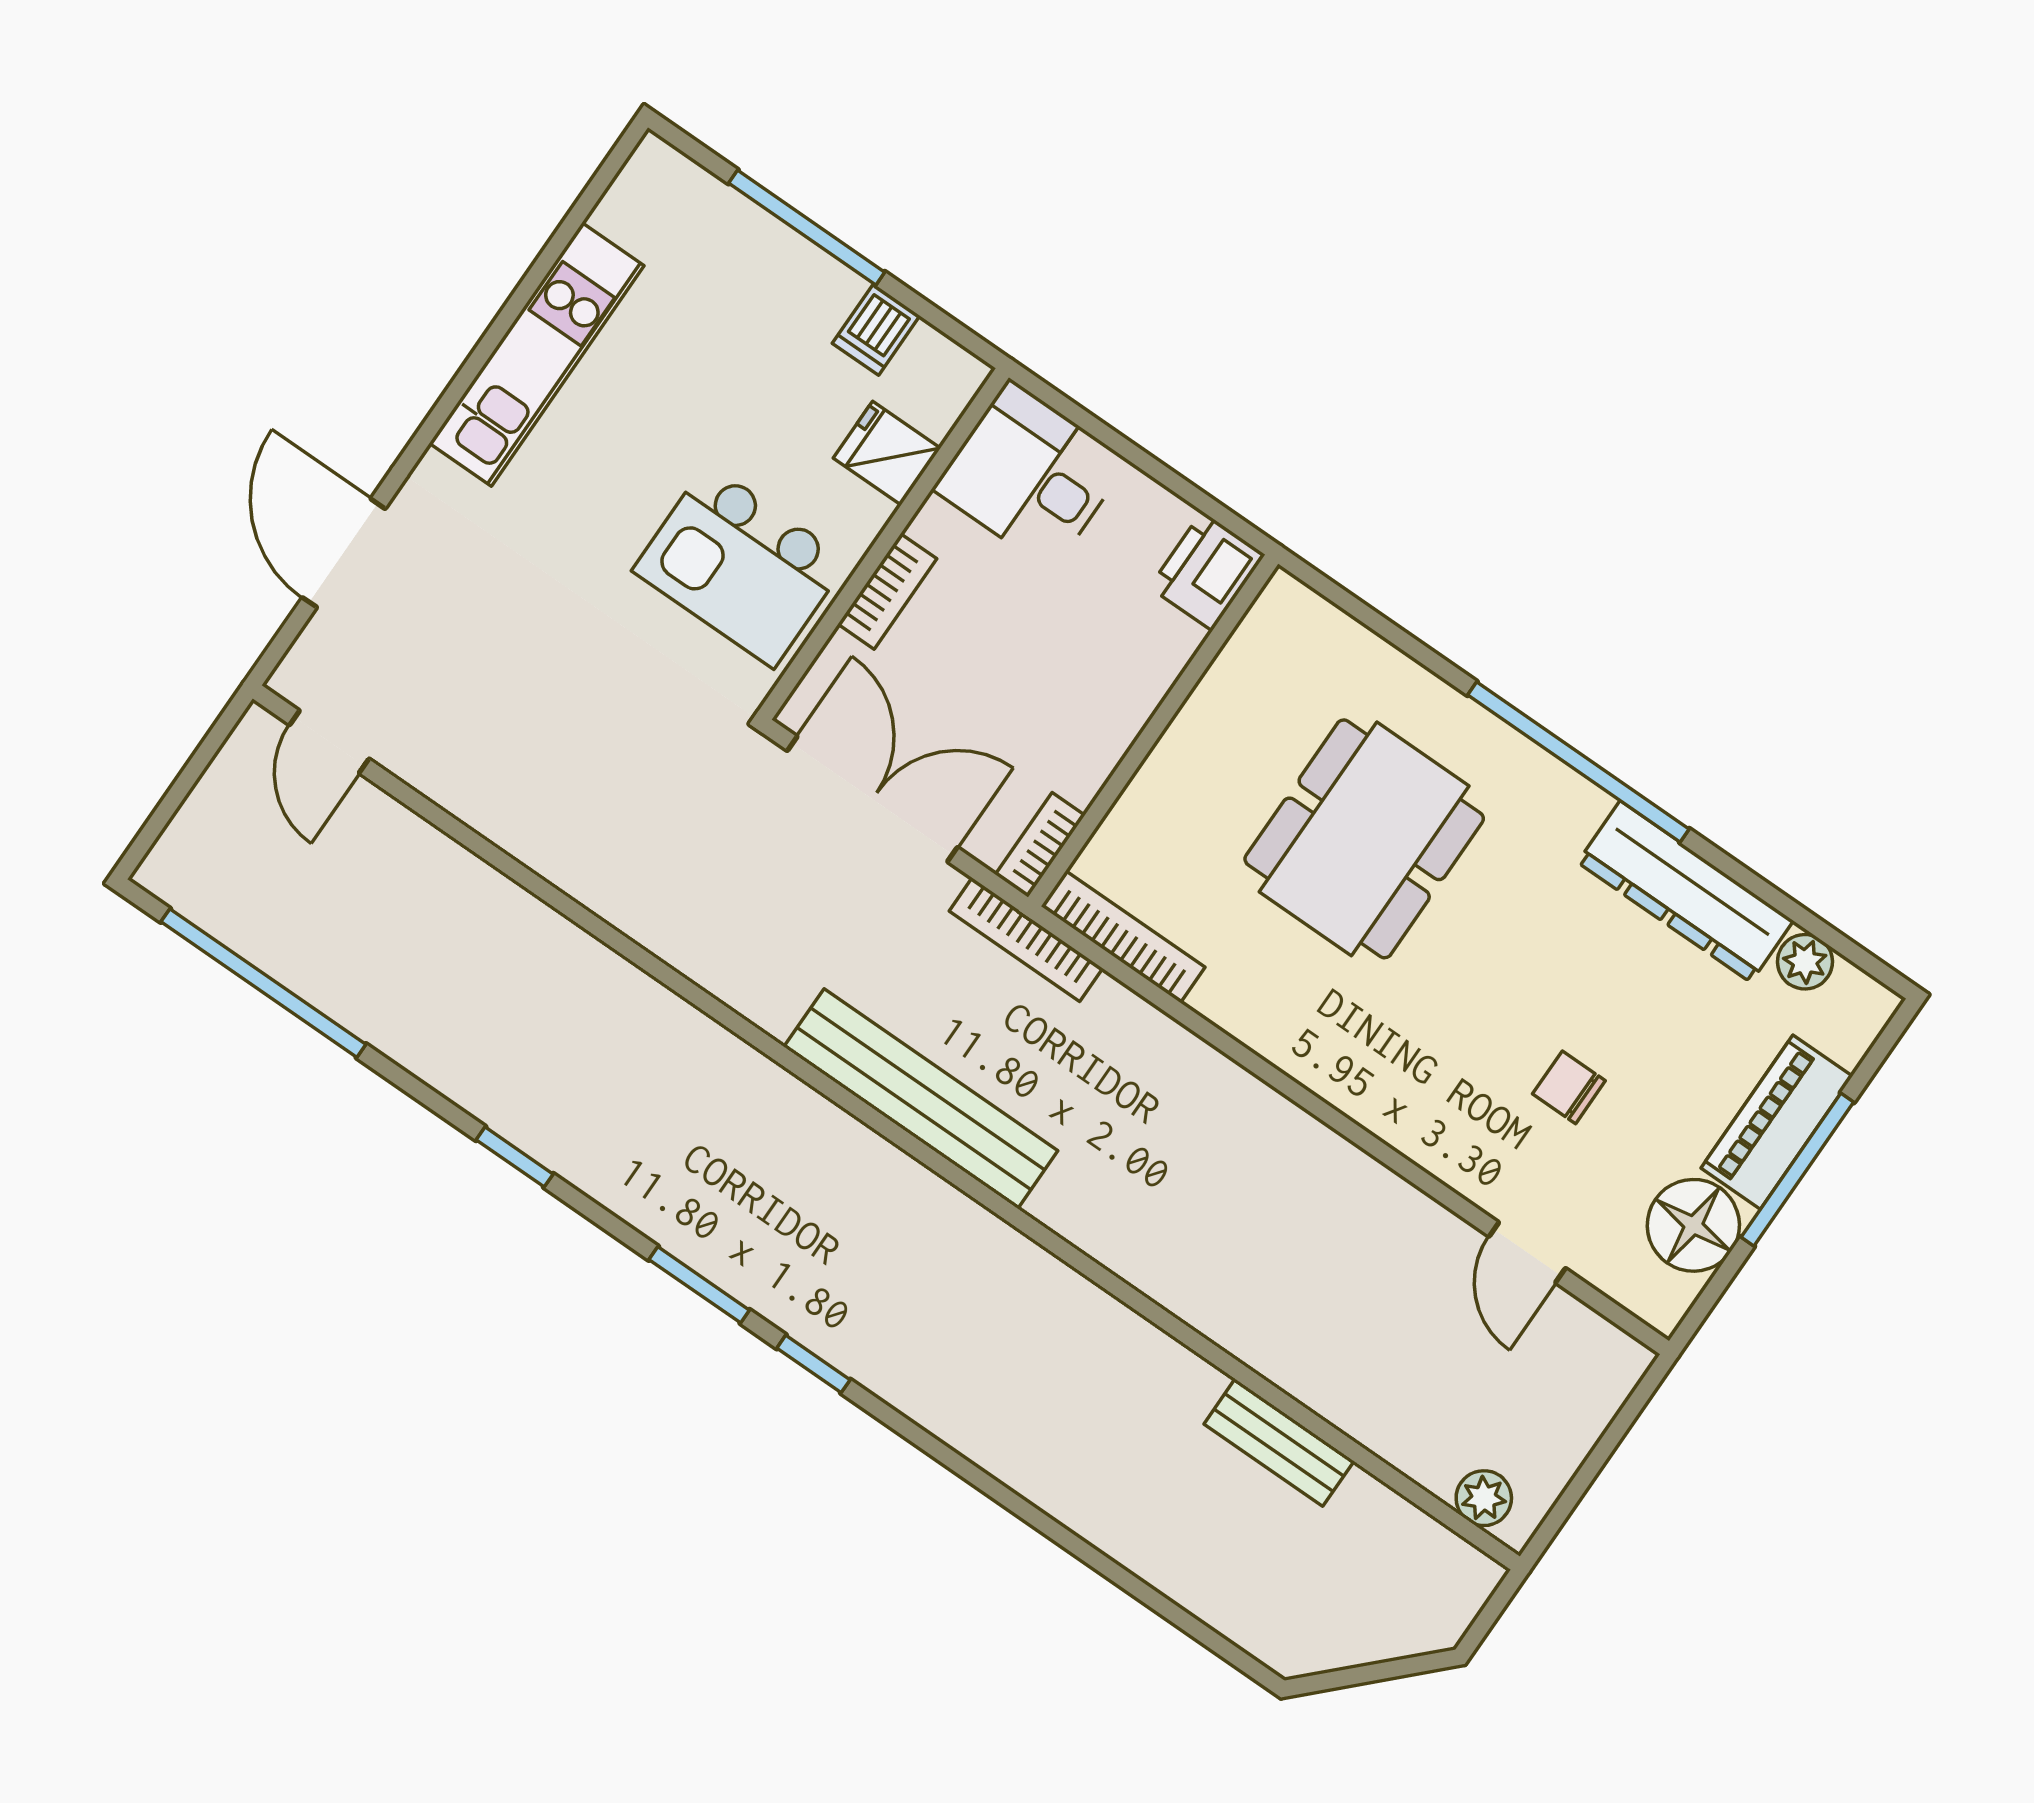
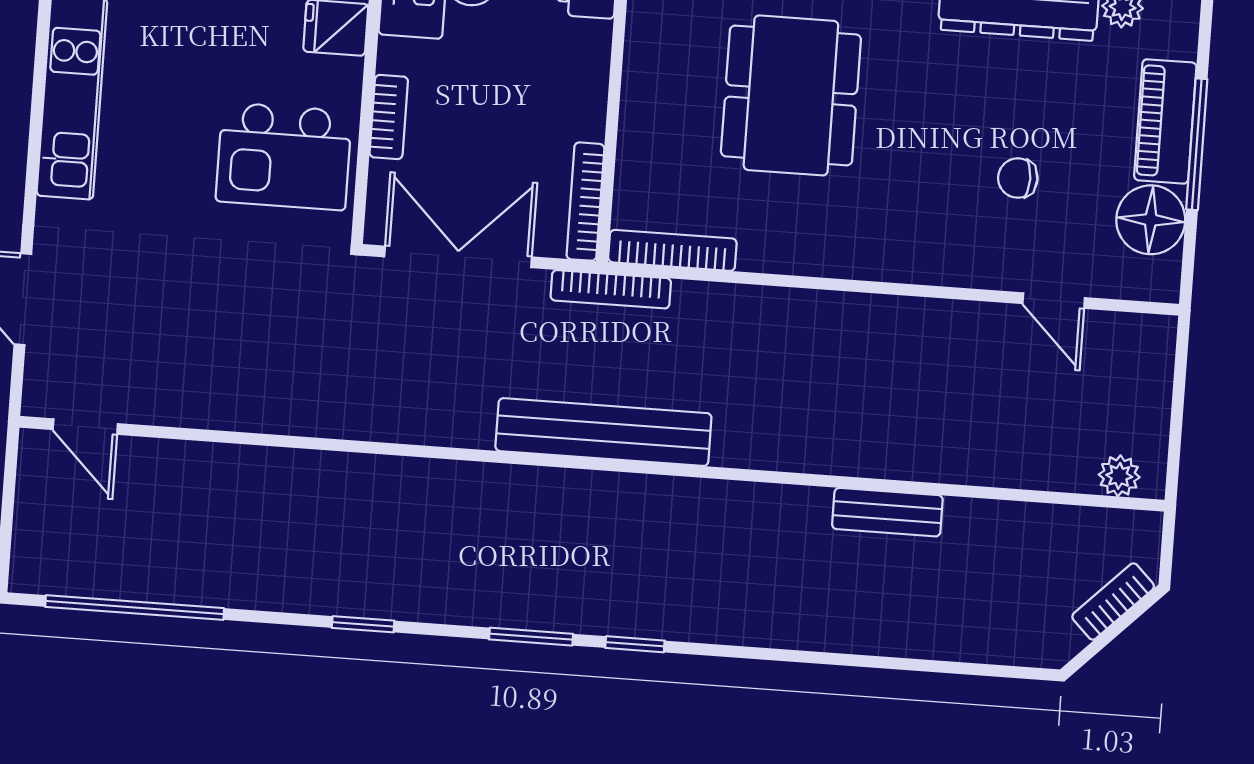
bookcase: (1040, 845) -> (585, 202), width x1.56
bench: (1279, 1443) -> (887, 512), moved
bookcase: (1392, 1638) -> (1113, 602), added

